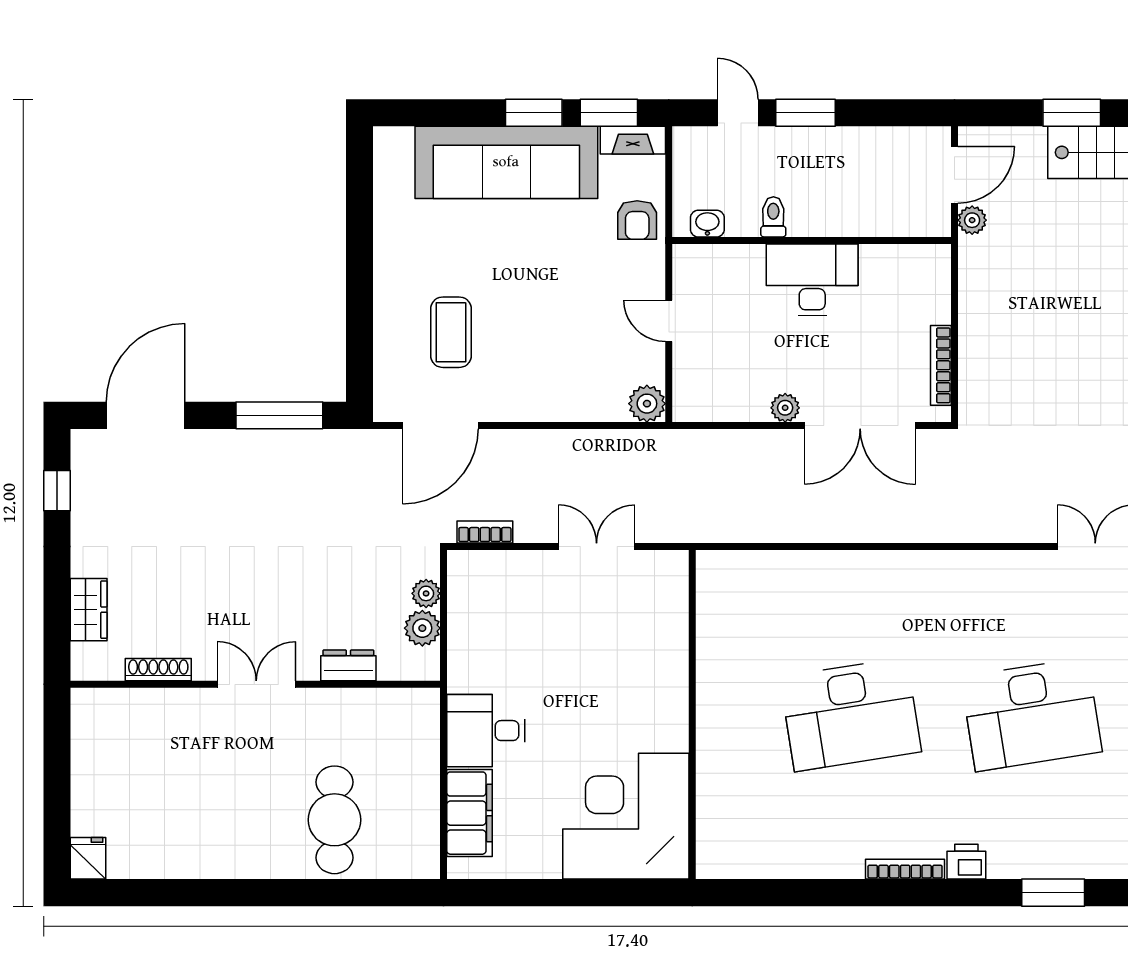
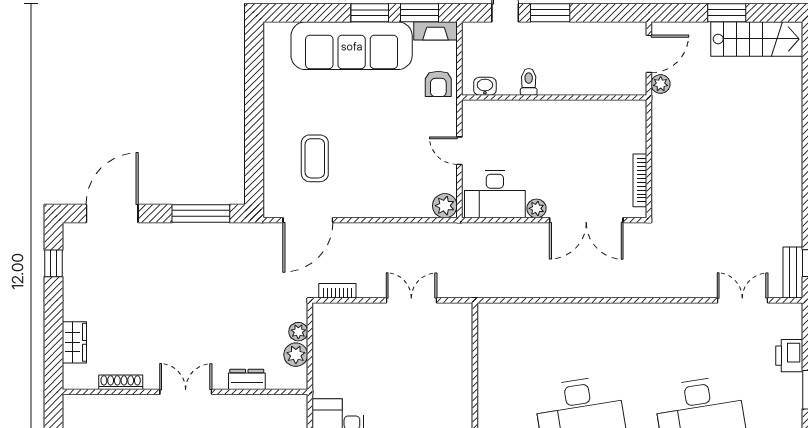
desk: (812, 280) -> (495, 194), moved, turned 180

